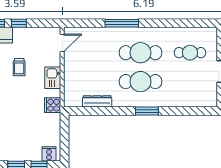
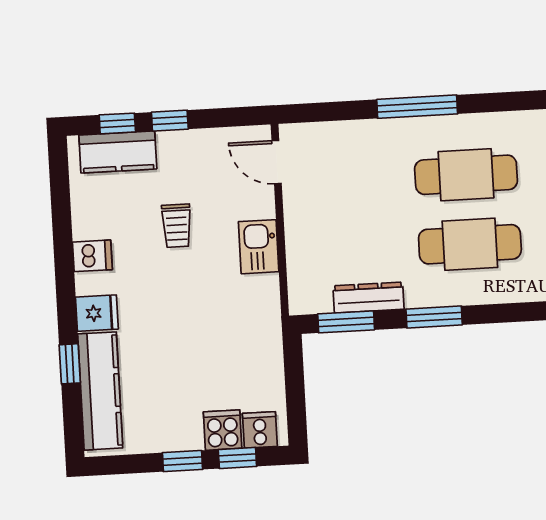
door: (62, 43) -> (277, 162), swing flipped
cooker: (53, 105) -> (223, 430), moved, turned 90
window: (87, 111) -> (346, 322), added
window: (147, 111) -> (434, 317), moved

